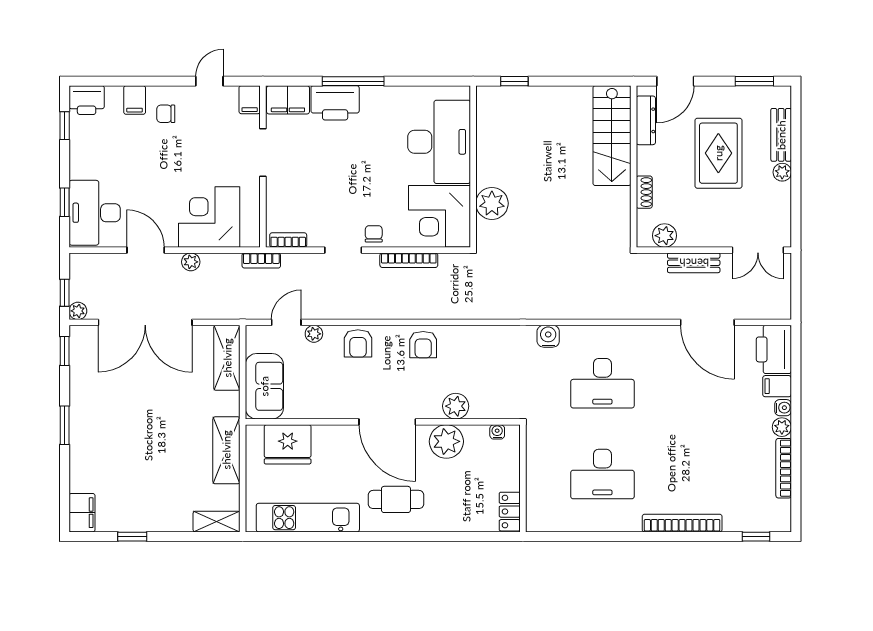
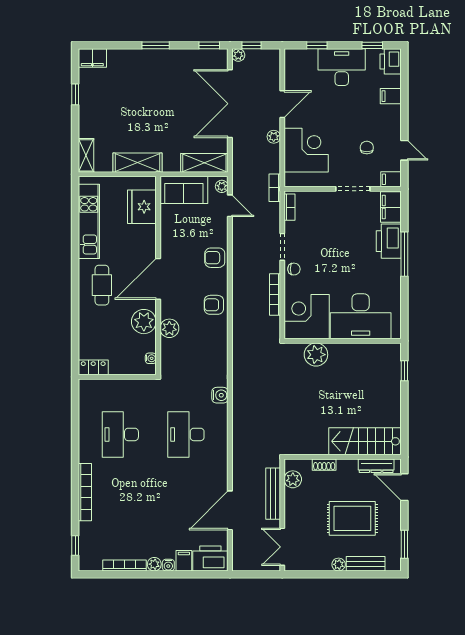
chair: (166, 114) -> (367, 148), moved
desk: (95, 213) -> (342, 67), moved
bench: (694, 263) -> (273, 494), width x1.36
plant: (314, 334) -> (222, 186), moved

